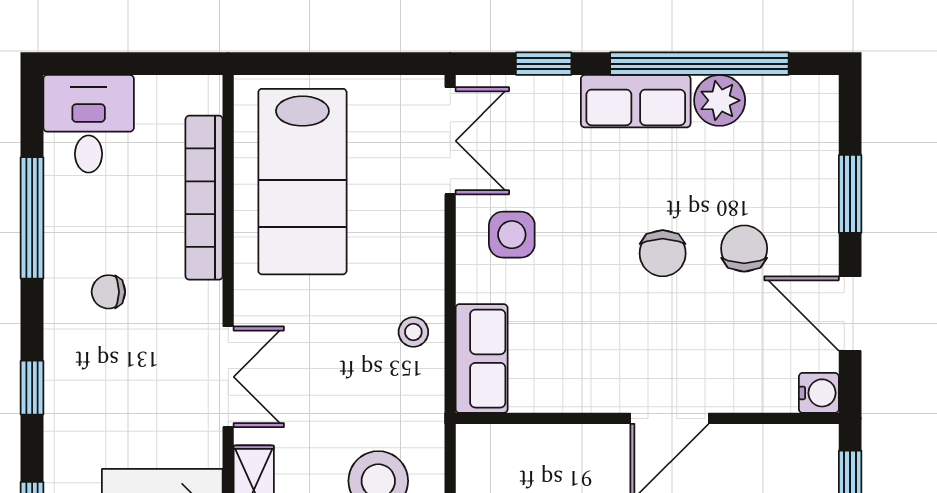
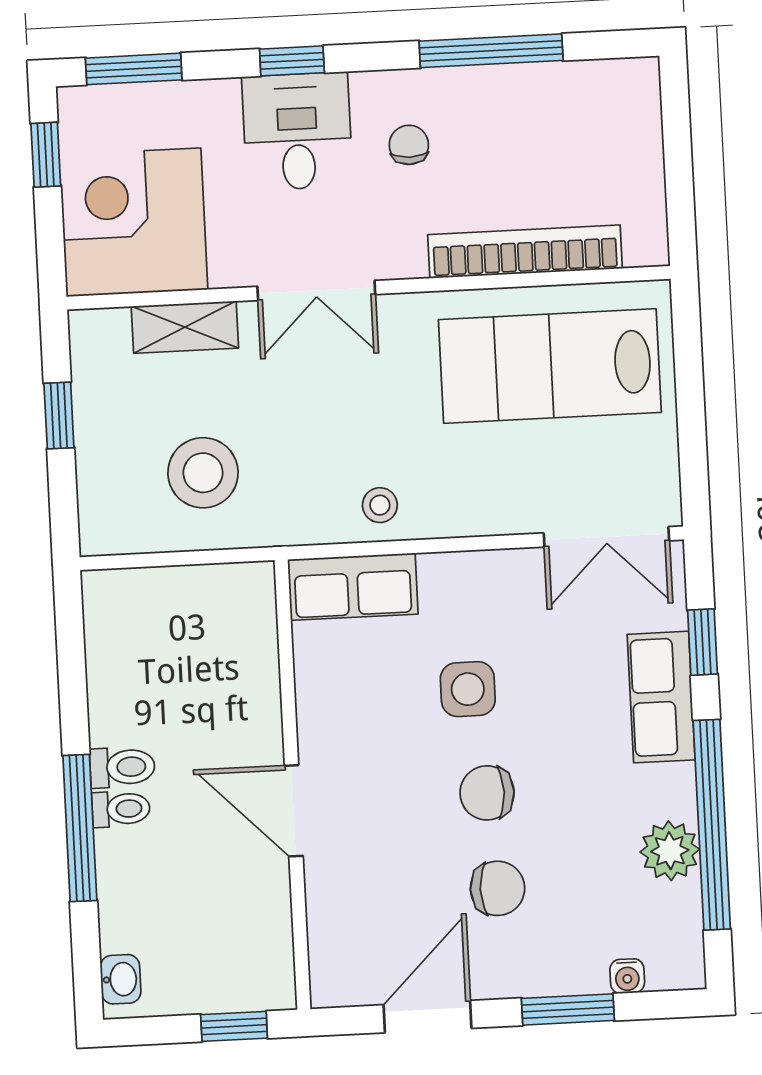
row of seats: (636, 101) -> (661, 697), moved
desk: (89, 124) -> (297, 131), moved, turned -90
side table: (512, 235) -> (468, 689), moved
water cooler: (819, 393) -> (627, 976), moved, width x0.72, depth x0.72

